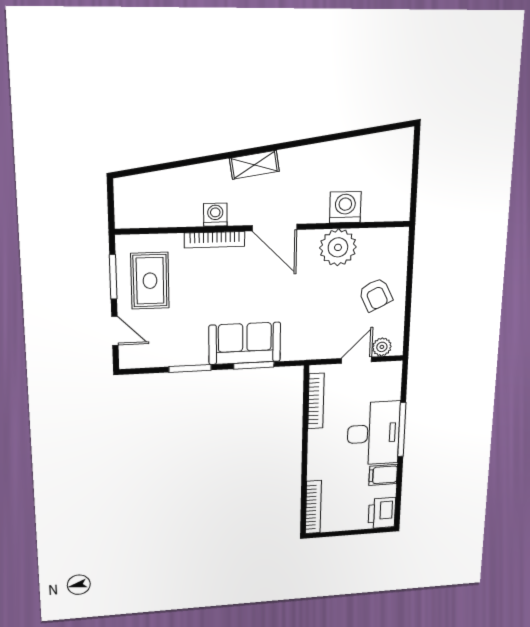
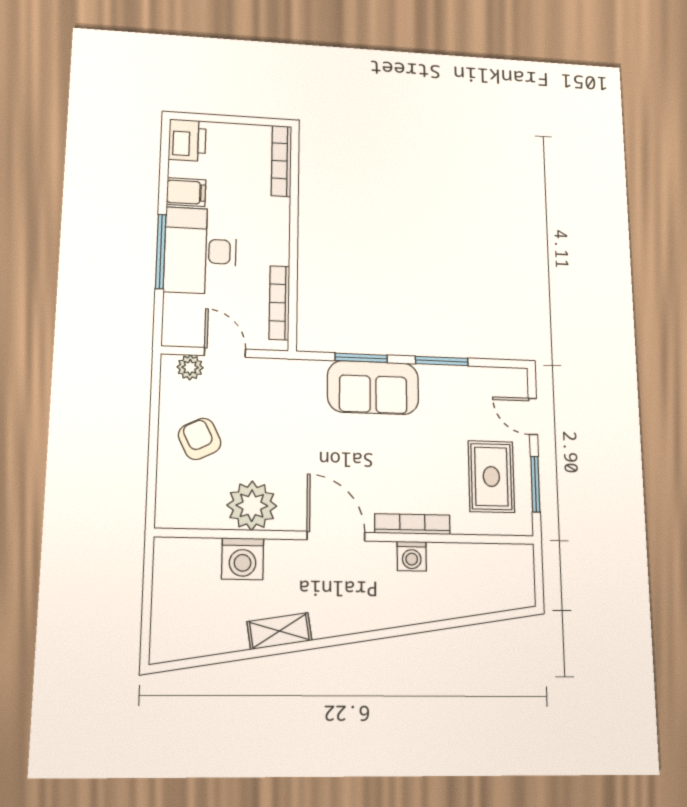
shelving: (254, 165) -> (279, 631), moved
door: (357, 360) -> (225, 352), swing flipped

